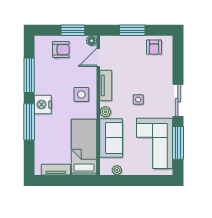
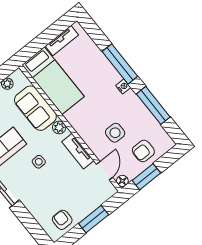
side table: (81, 94) -> (115, 133), moved
nightstand: (43, 105) -> (123, 86), width x0.53, depth x0.56

